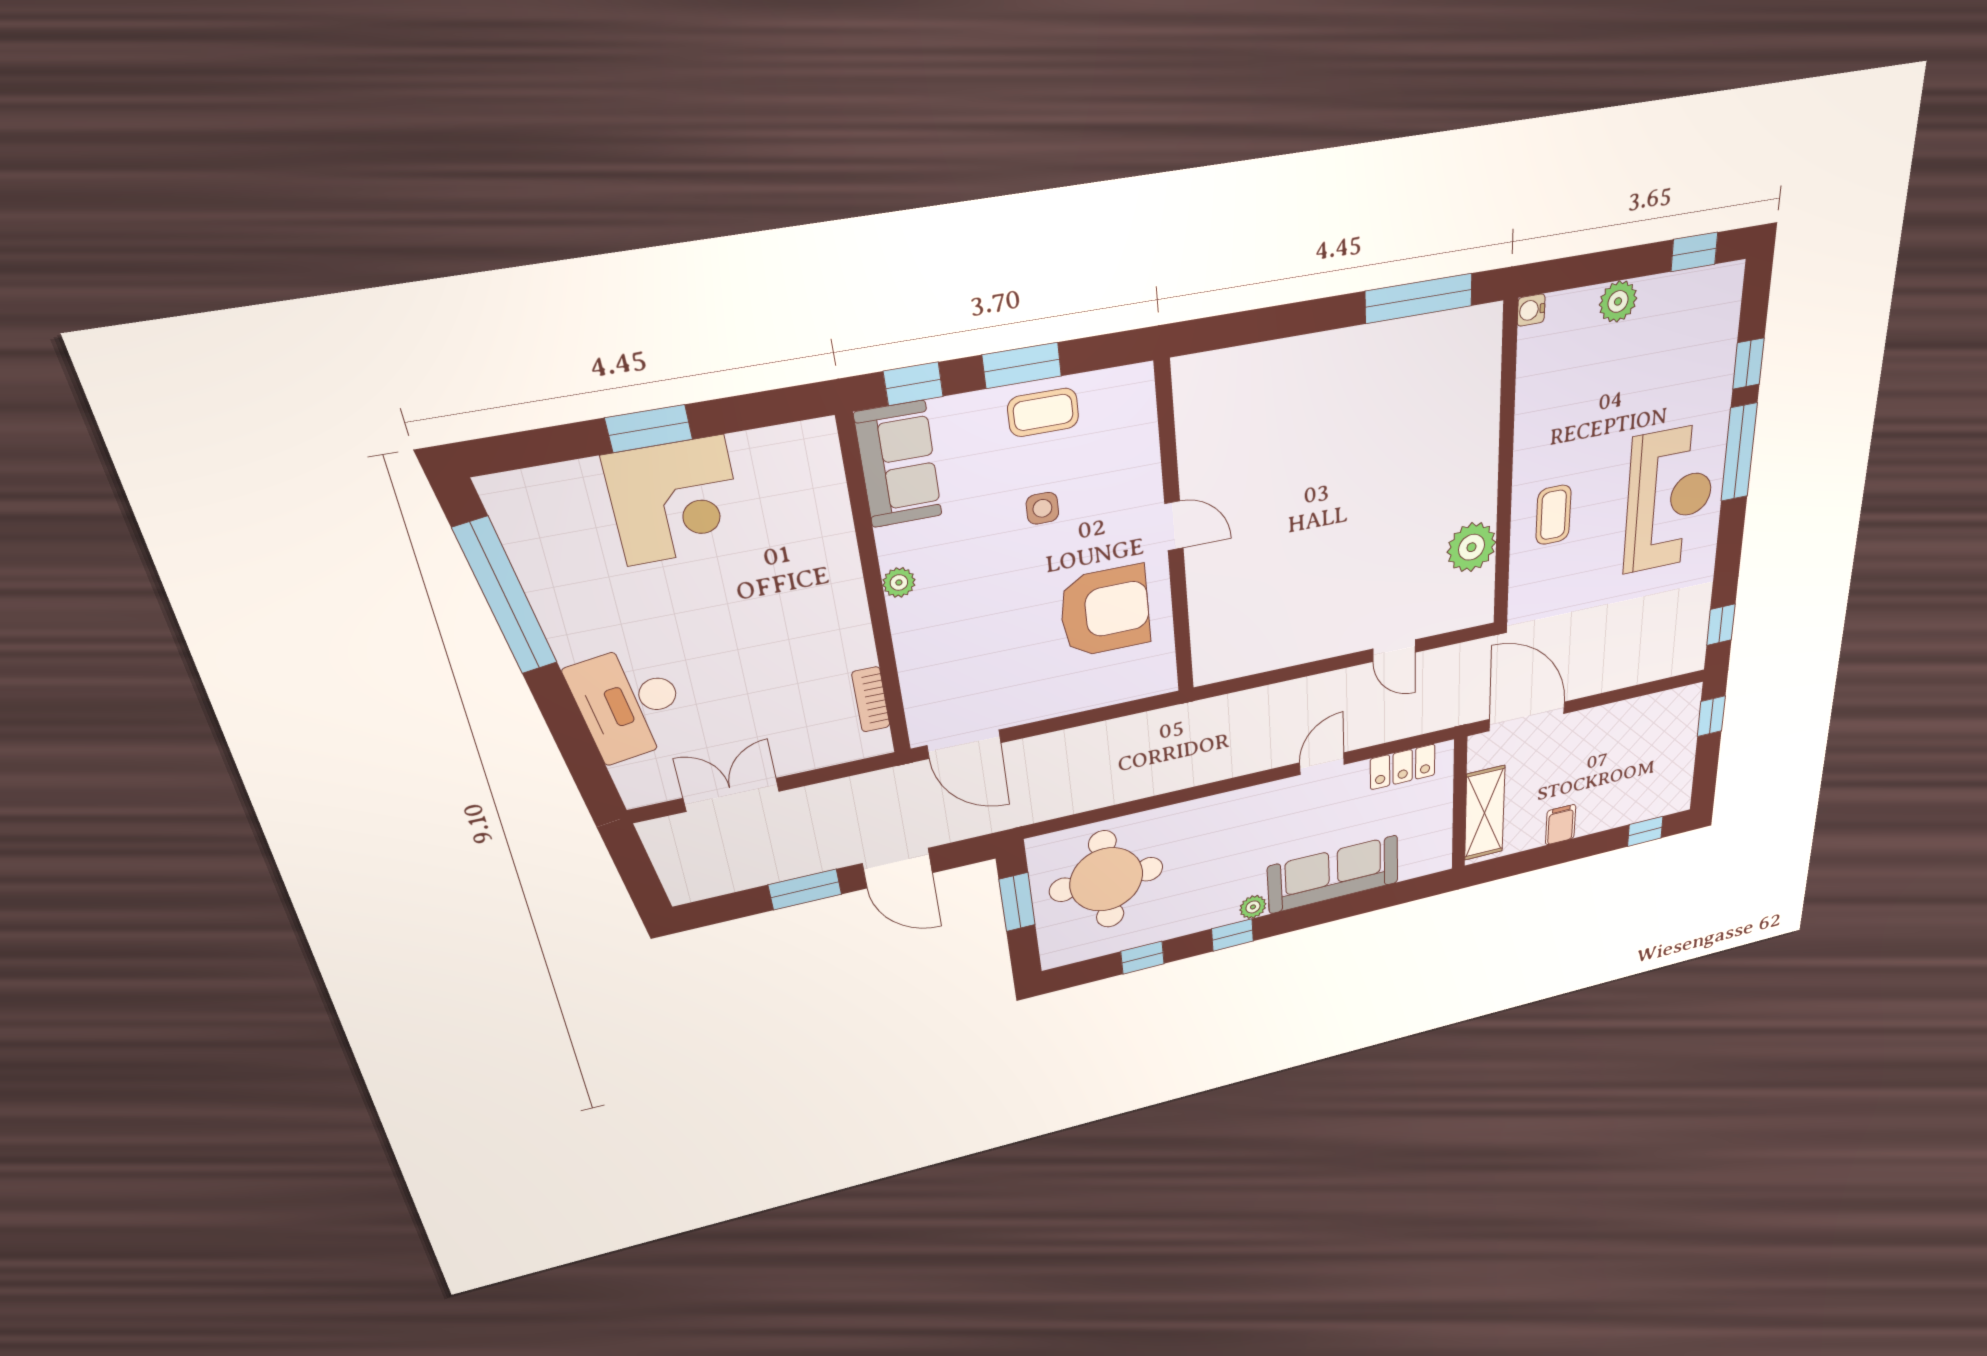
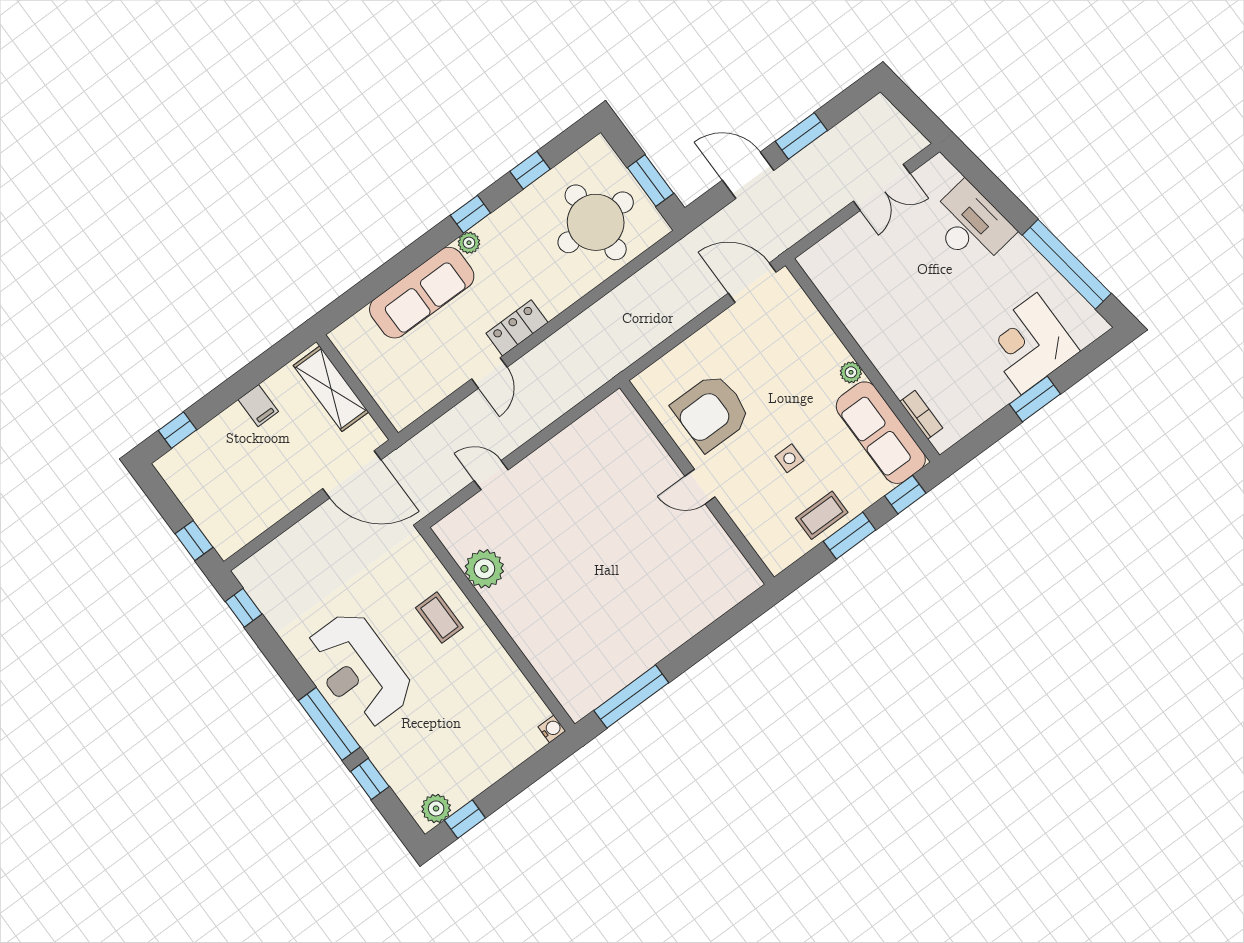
plant: (1618, 301) -> (436, 808), moved
sofa: (898, 465) -> (881, 433), width x1.36
corner desk: (675, 501) -> (1029, 344), moved
bookcase: (871, 699) -> (921, 415), moved
locker: (1403, 767) -> (517, 328), moved

